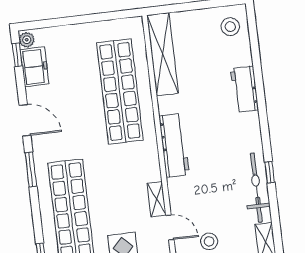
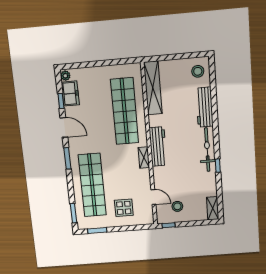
window: (17, 55) -> (61, 101), moved
workbench: (245, 89) -> (204, 107), width x1.38
bicycle: (256, 188) -> (207, 150), moved
shelving: (157, 199) -> (144, 158), moved

